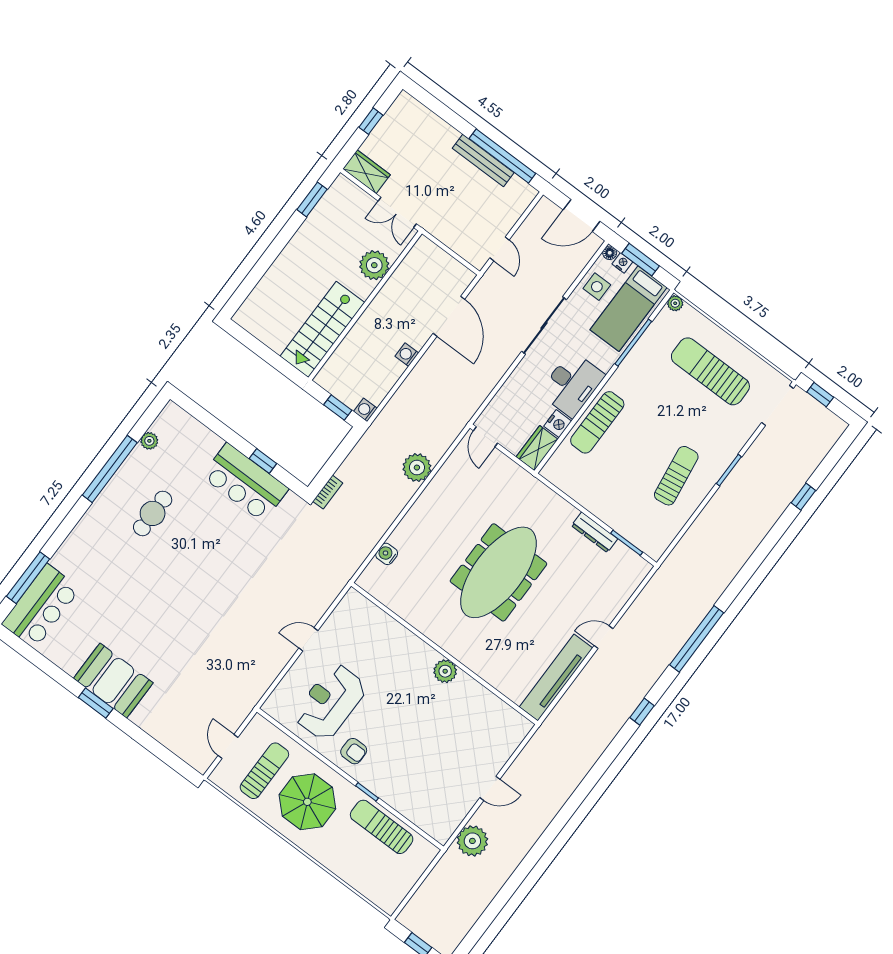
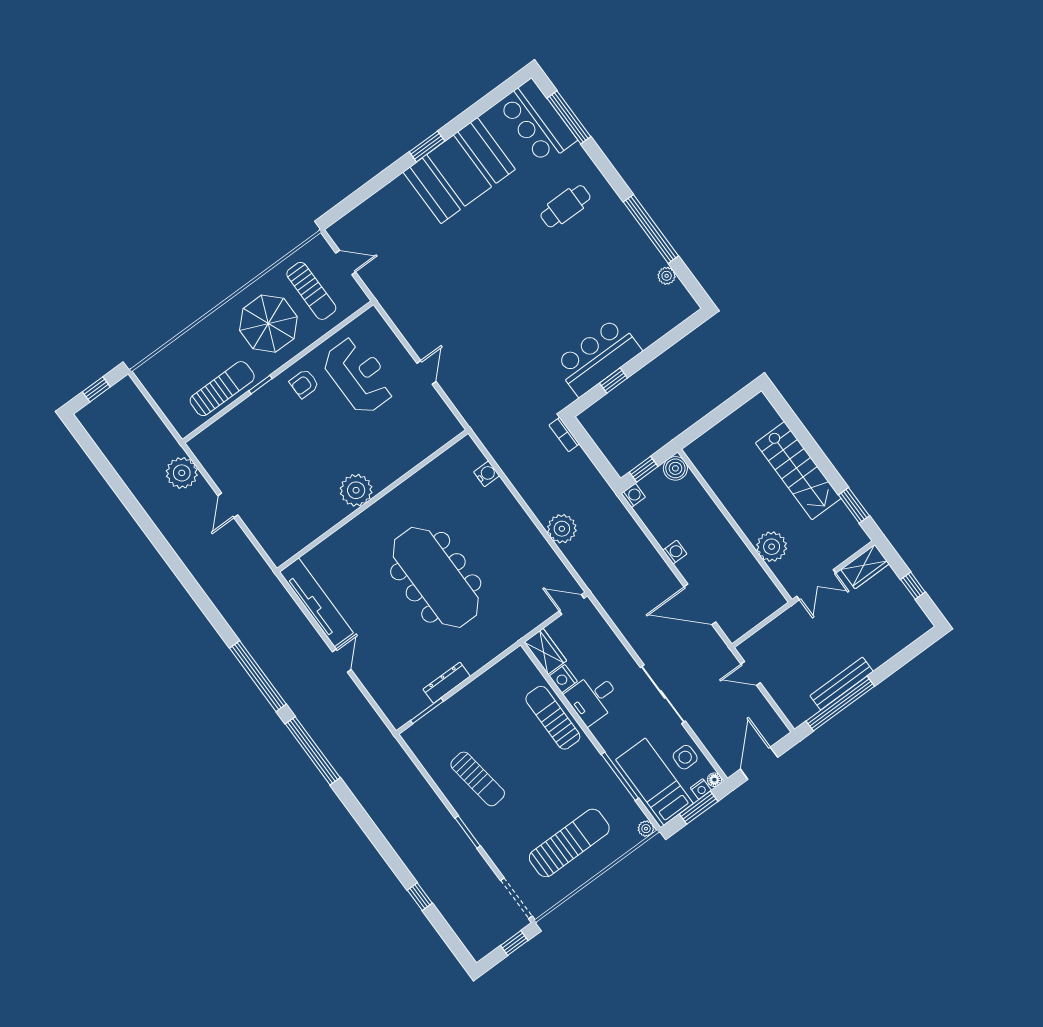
double door: (397, 212) -> (816, 585), swing flipped
stairs: (322, 329) -> (798, 471), moved, turned 180
boiler: (328, 378) -> (675, 468), added
desk: (572, 384) -> (593, 698), width x0.73
cafe table: (153, 513) -> (565, 206), moved, turned 90
plant: (445, 671) -> (356, 490), width x1.36, depth x1.36
booth: (113, 681) -> (459, 171), width x1.36, depth x1.42
window: (642, 712) -> (258, 676), width x3.17

